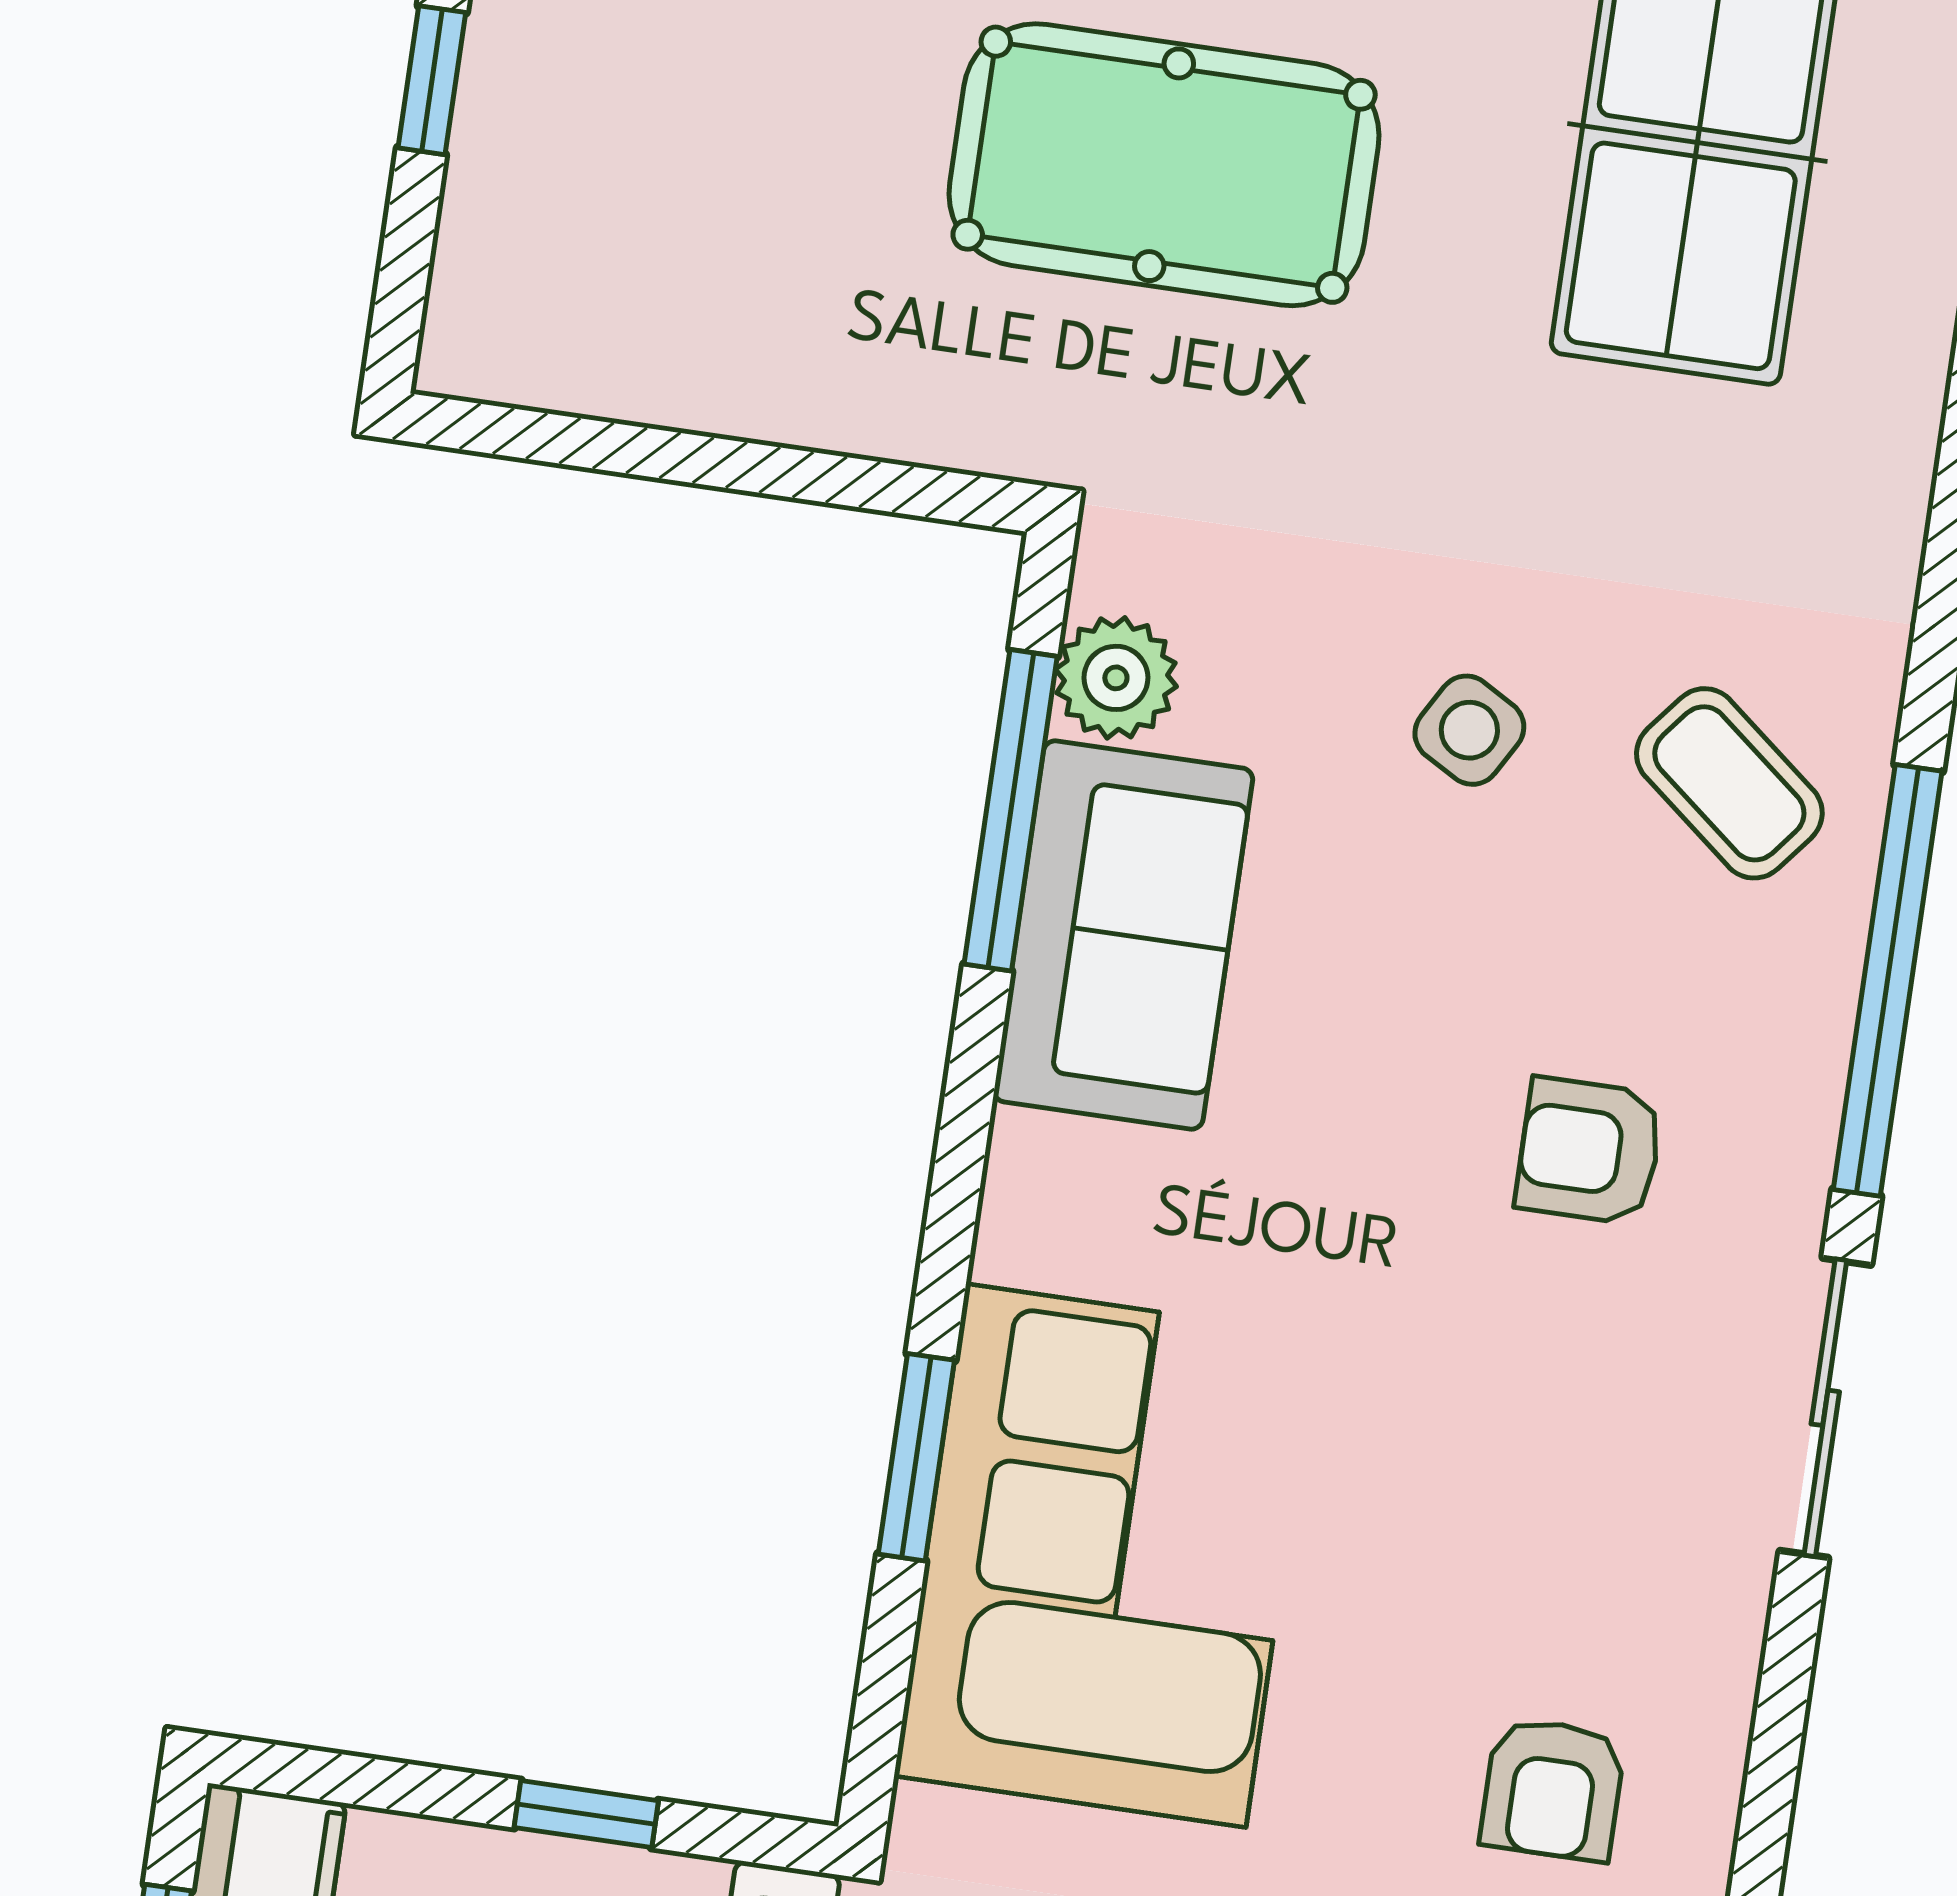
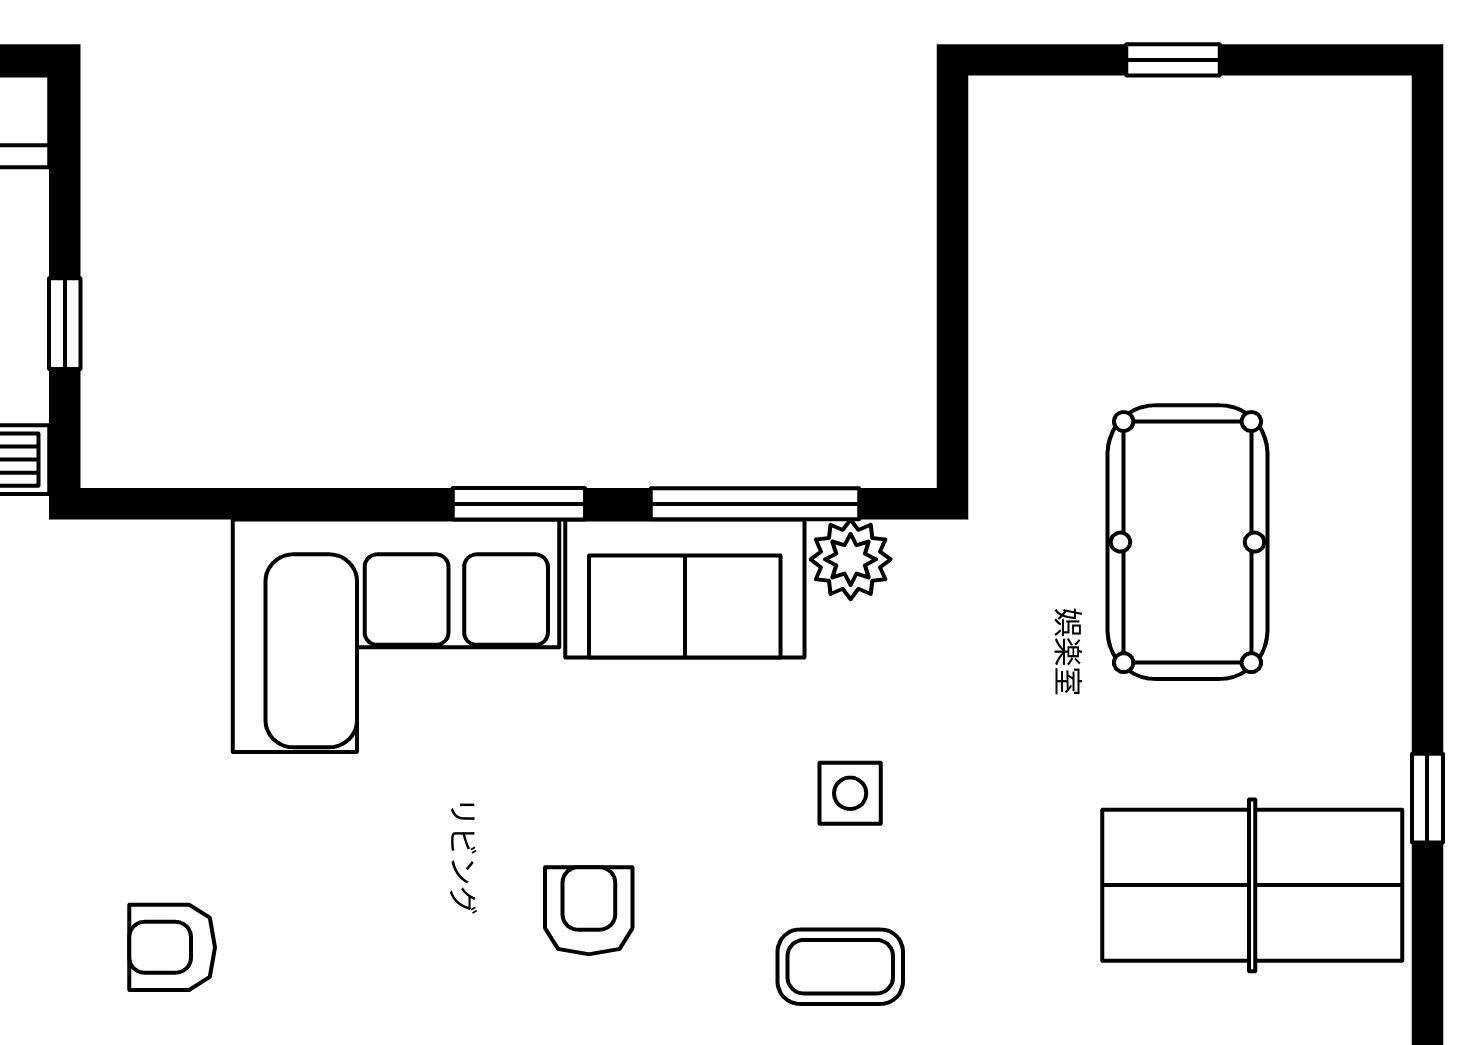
side table: (1469, 730) -> (850, 793), turned -30
coffee table: (1729, 783) -> (840, 967), turned 51
window: (916, 1457) -> (519, 504), moved
corner sofa: (1106, 1555) -> (396, 636), moved

